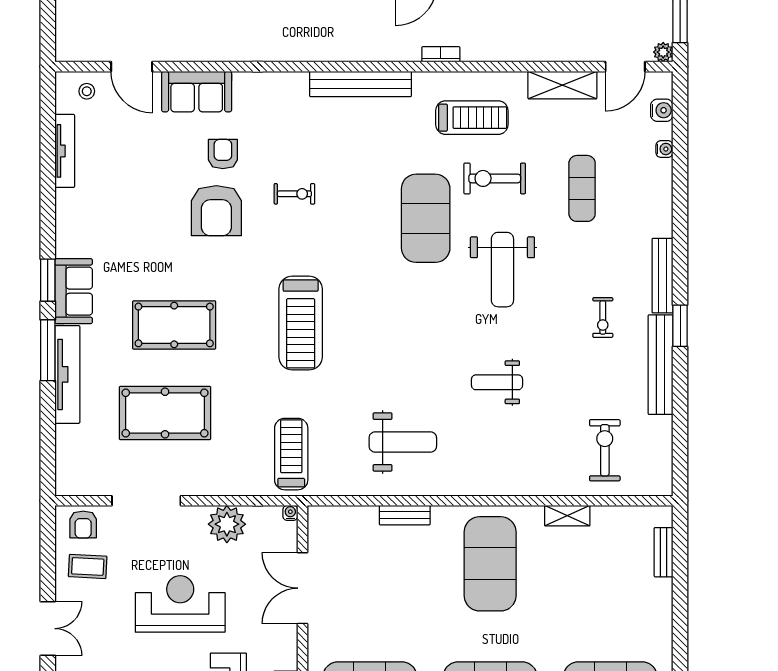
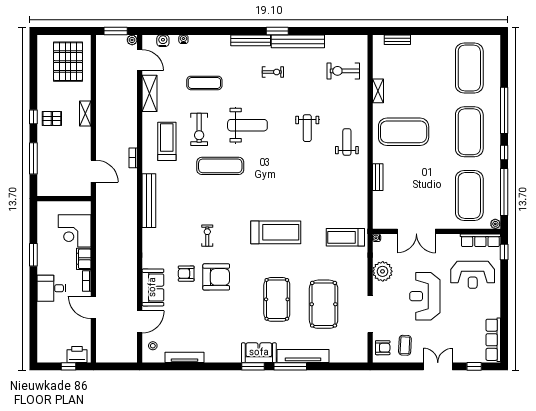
exercise mat: (426, 218) -> (220, 166), width x0.68
weight bench: (403, 442) -> (347, 142), moved, width x0.73, depth x0.75

